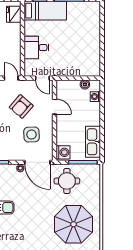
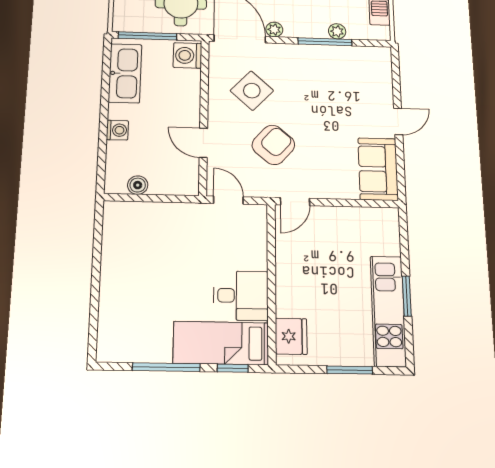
desk: (36, 48) -> (241, 296), moved
door: (11, 78) -> (295, 202), hinge flipped
washing machine: (95, 97) -> (117, 130), moved
side table: (31, 135) -> (252, 91), turned 45

